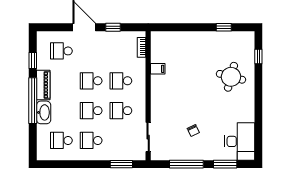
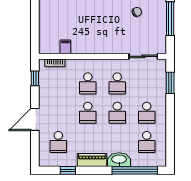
window: (113, 27) -> (35, 78), moved
filing cabinet: (158, 69) -> (65, 47), moved
window: (33, 101) -> (135, 170), moved

